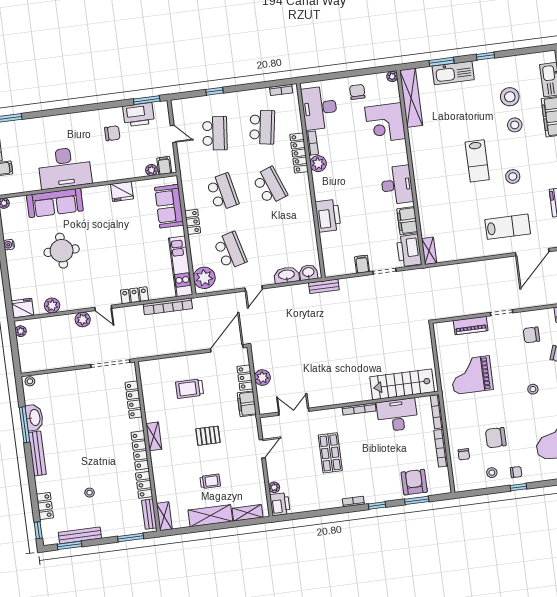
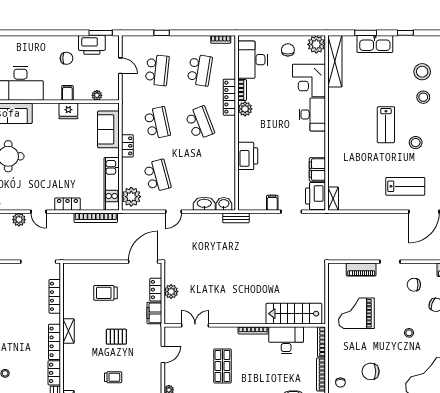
plant: (392, 76) -> (316, 44), width x1.88, depth x1.88
filing cabinet: (164, 166) -> (67, 93), moved
desk: (397, 185) -> (312, 114), moved

